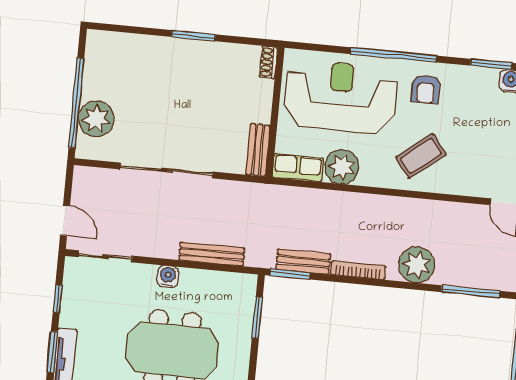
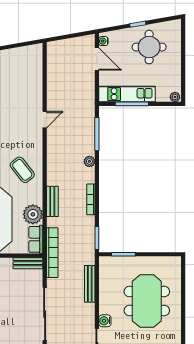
bookcase: (272, 194) -> (52, 253), added
bench: (303, 262) -> (52, 201), moved
plant: (417, 265) -> (89, 161), width x0.53, depth x0.53
water cooler: (168, 276) -> (105, 321), moved

